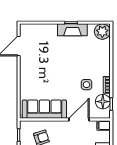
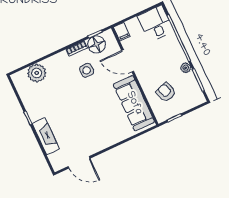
fireplace: (72, 30) -> (46, 136), moved
plant: (102, 32) -> (37, 73), moved

